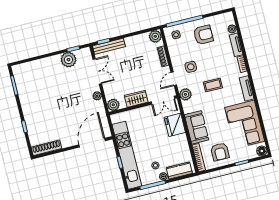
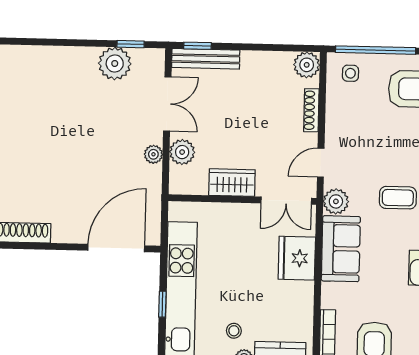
side table: (191, 67) -> (363, 148), removed
plant: (113, 105) -> (182, 152), moved
sofa: (197, 127) -> (341, 249), moved

